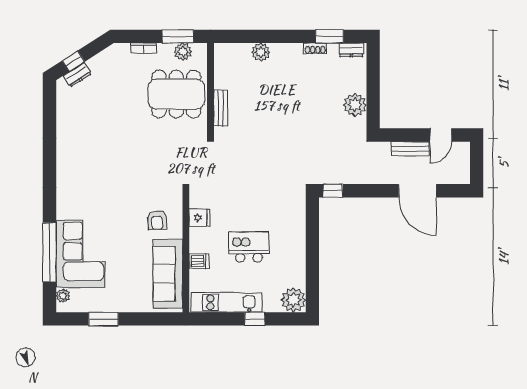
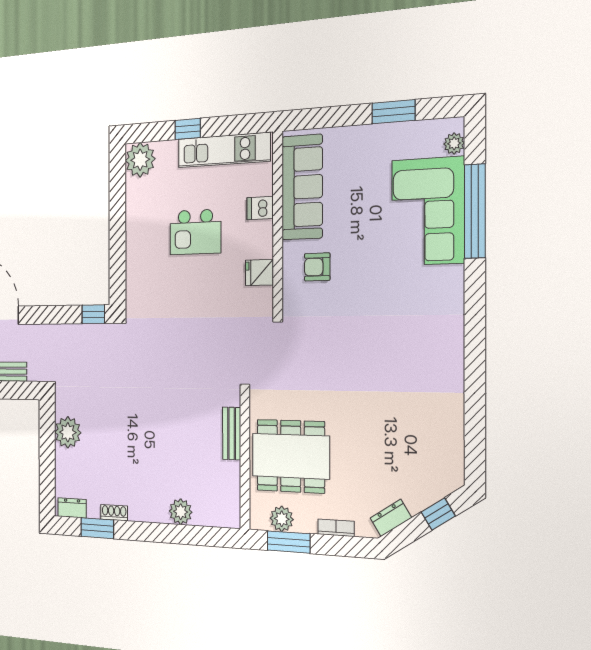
dresser: (77, 75) -> (391, 518), moved
armchair: (157, 220) -> (317, 267), turned -86

